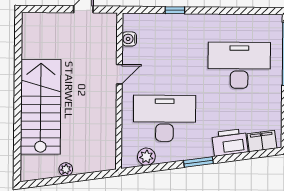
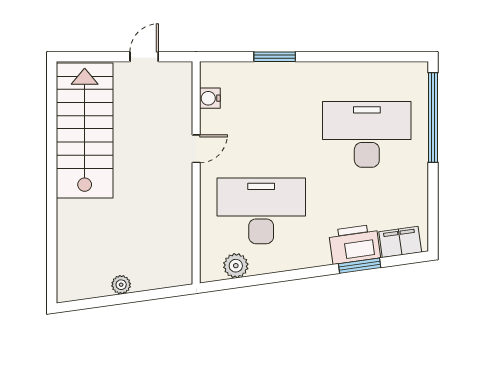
window: (175, 10) -> (275, 57), width x1.50
stairs: (41, 107) -> (85, 130), moved
window: (198, 162) -> (360, 266), moved

